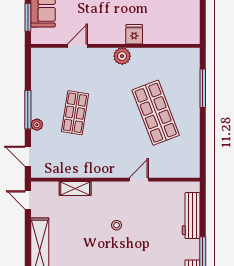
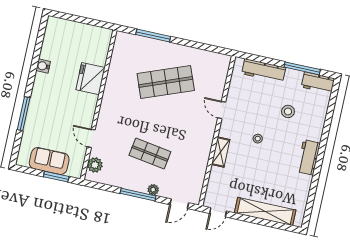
fridge: (134, 34) -> (90, 79), width x1.88, depth x1.34
plant: (122, 56) -> (95, 165), moved
shelving: (75, 188) -> (221, 152), moved
stool: (153, 251) -> (288, 111), added

